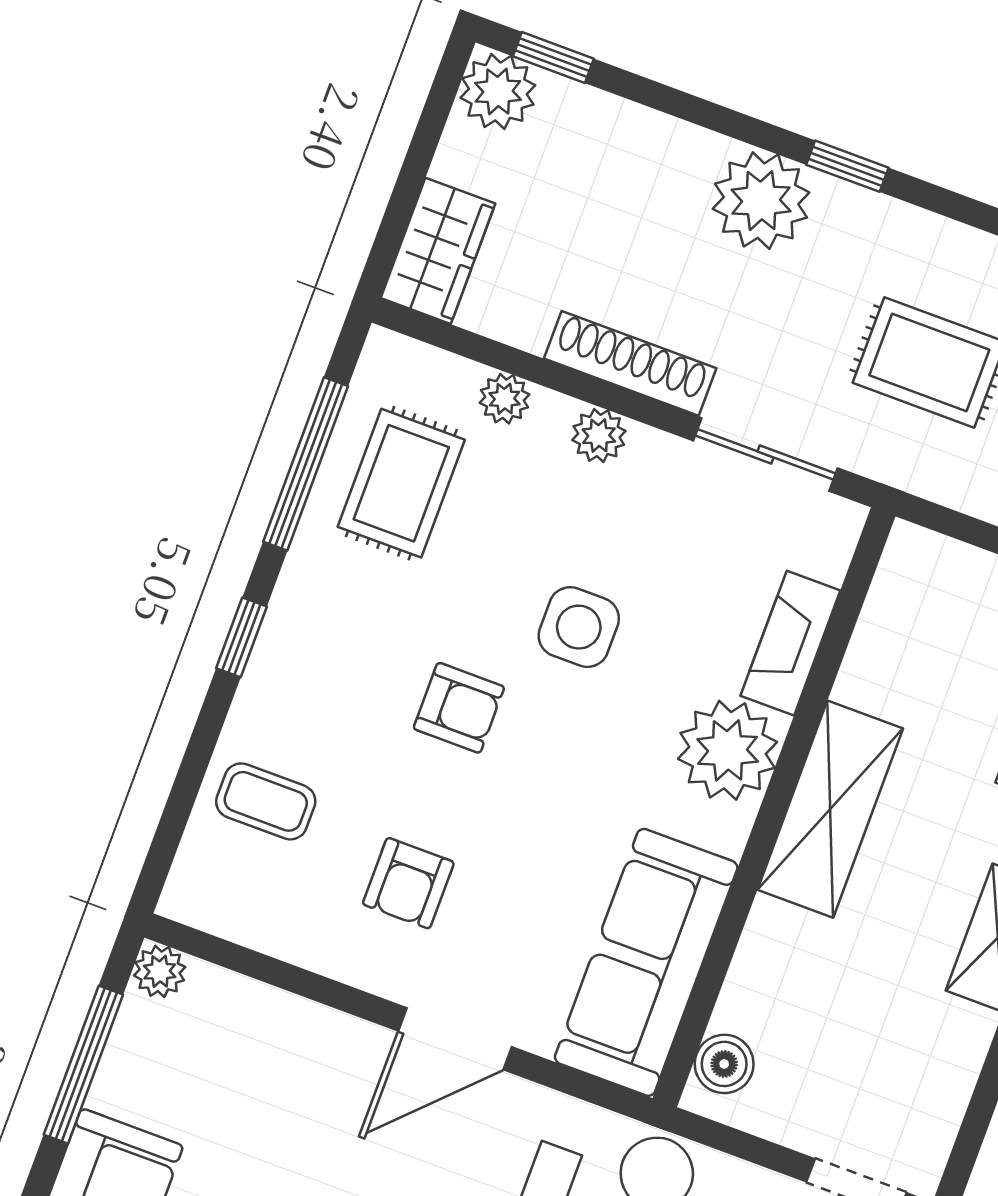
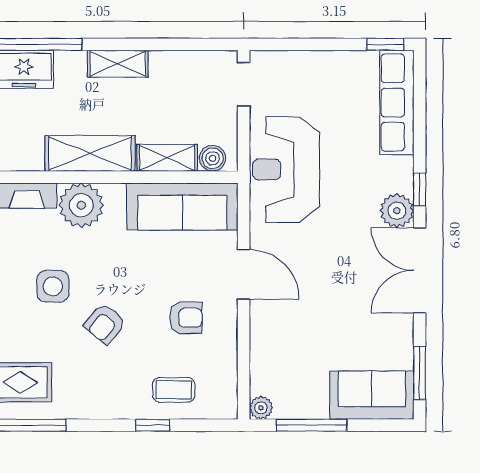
window: (241, 637) -> (153, 425), moved
armchair: (459, 708) -> (105, 324), turned -140
coffee table: (266, 801) -> (174, 390), turned 90
shelving: (761, 969) -> (167, 158), added

